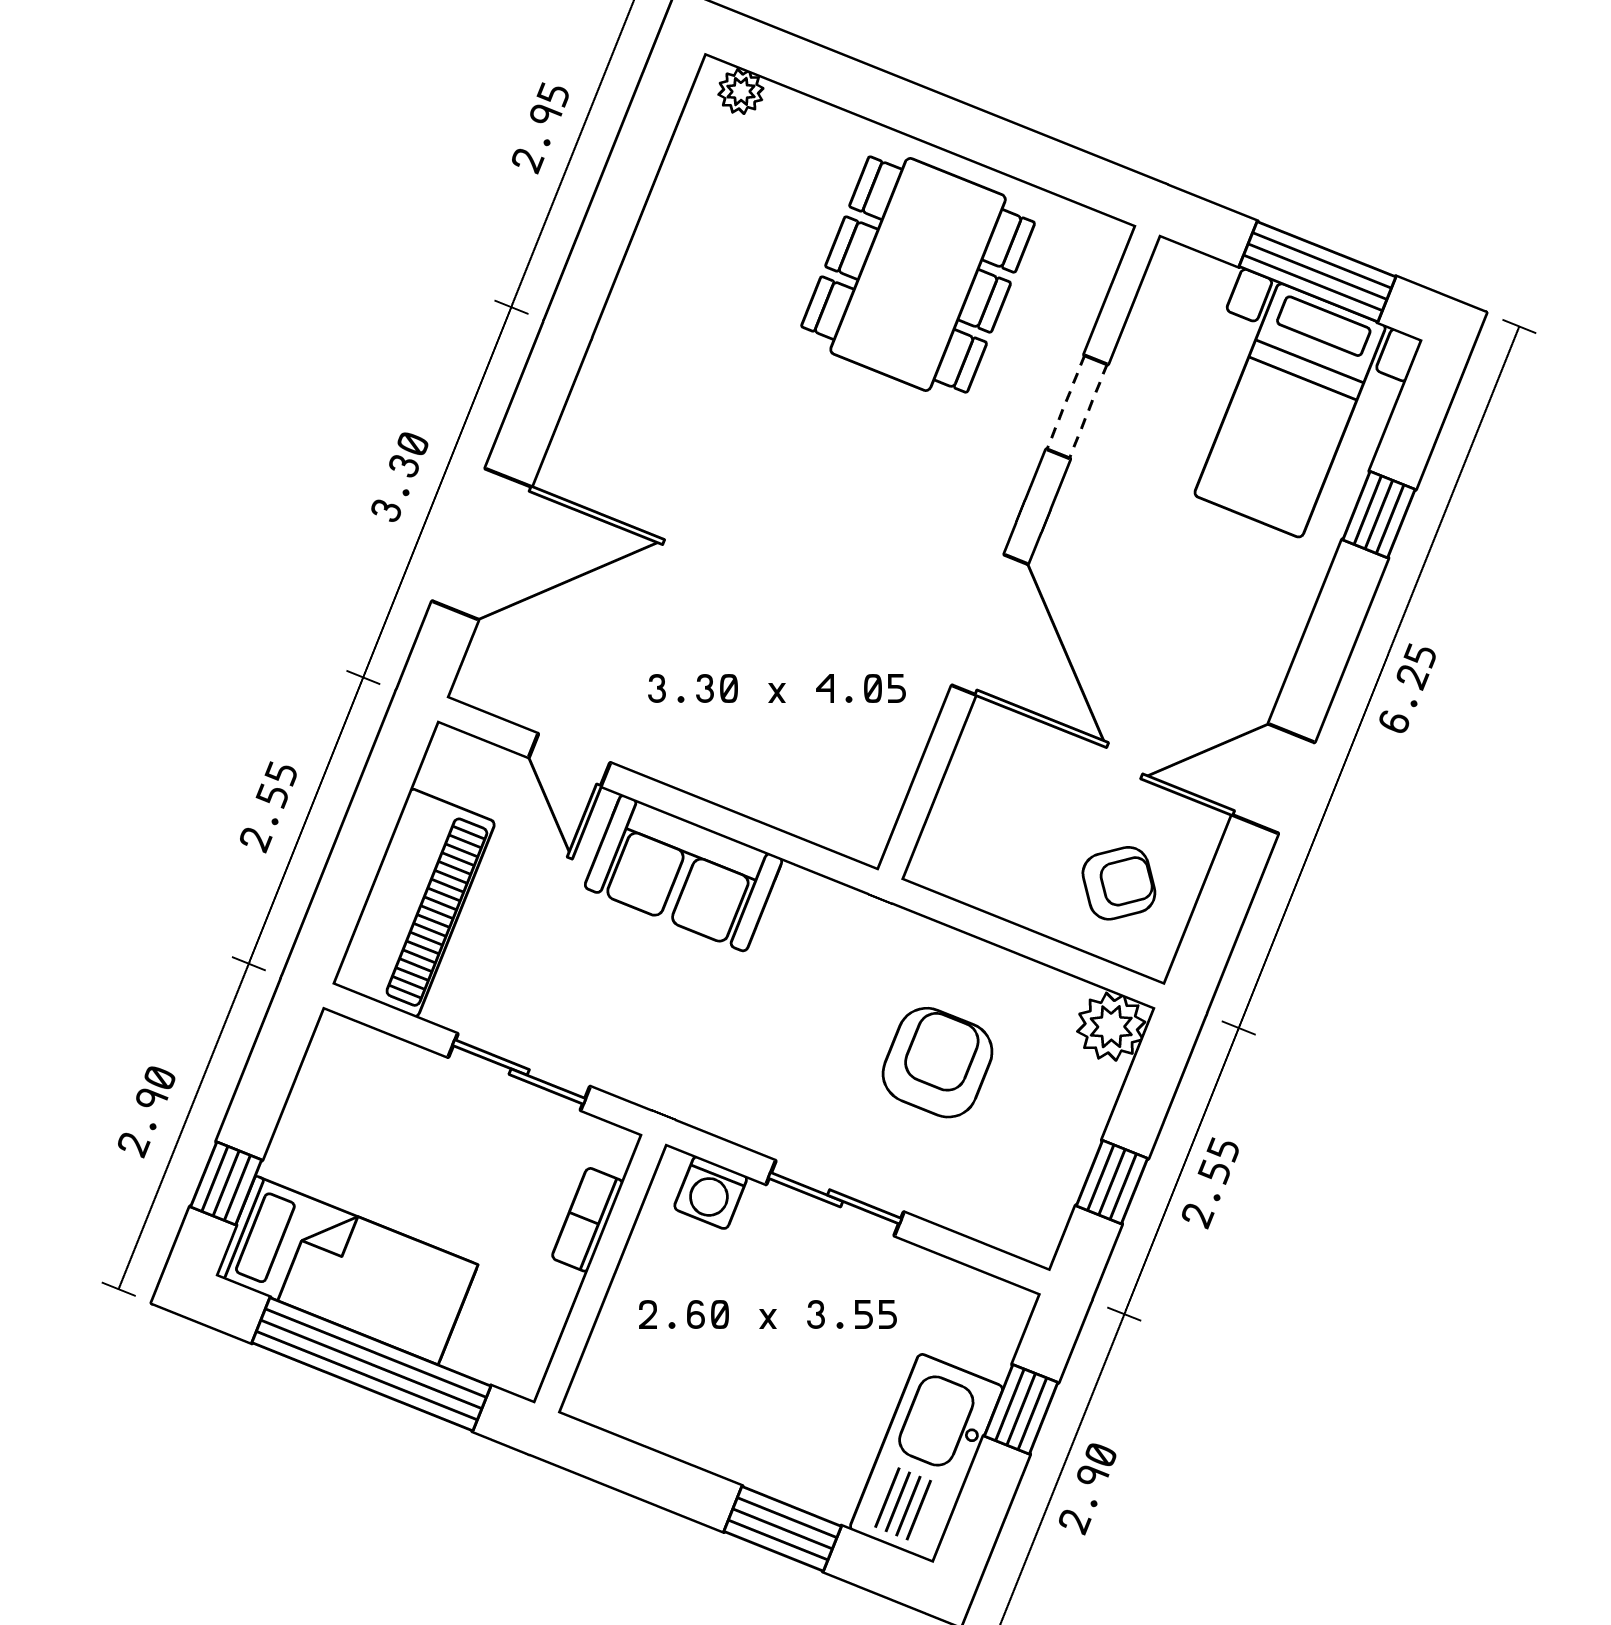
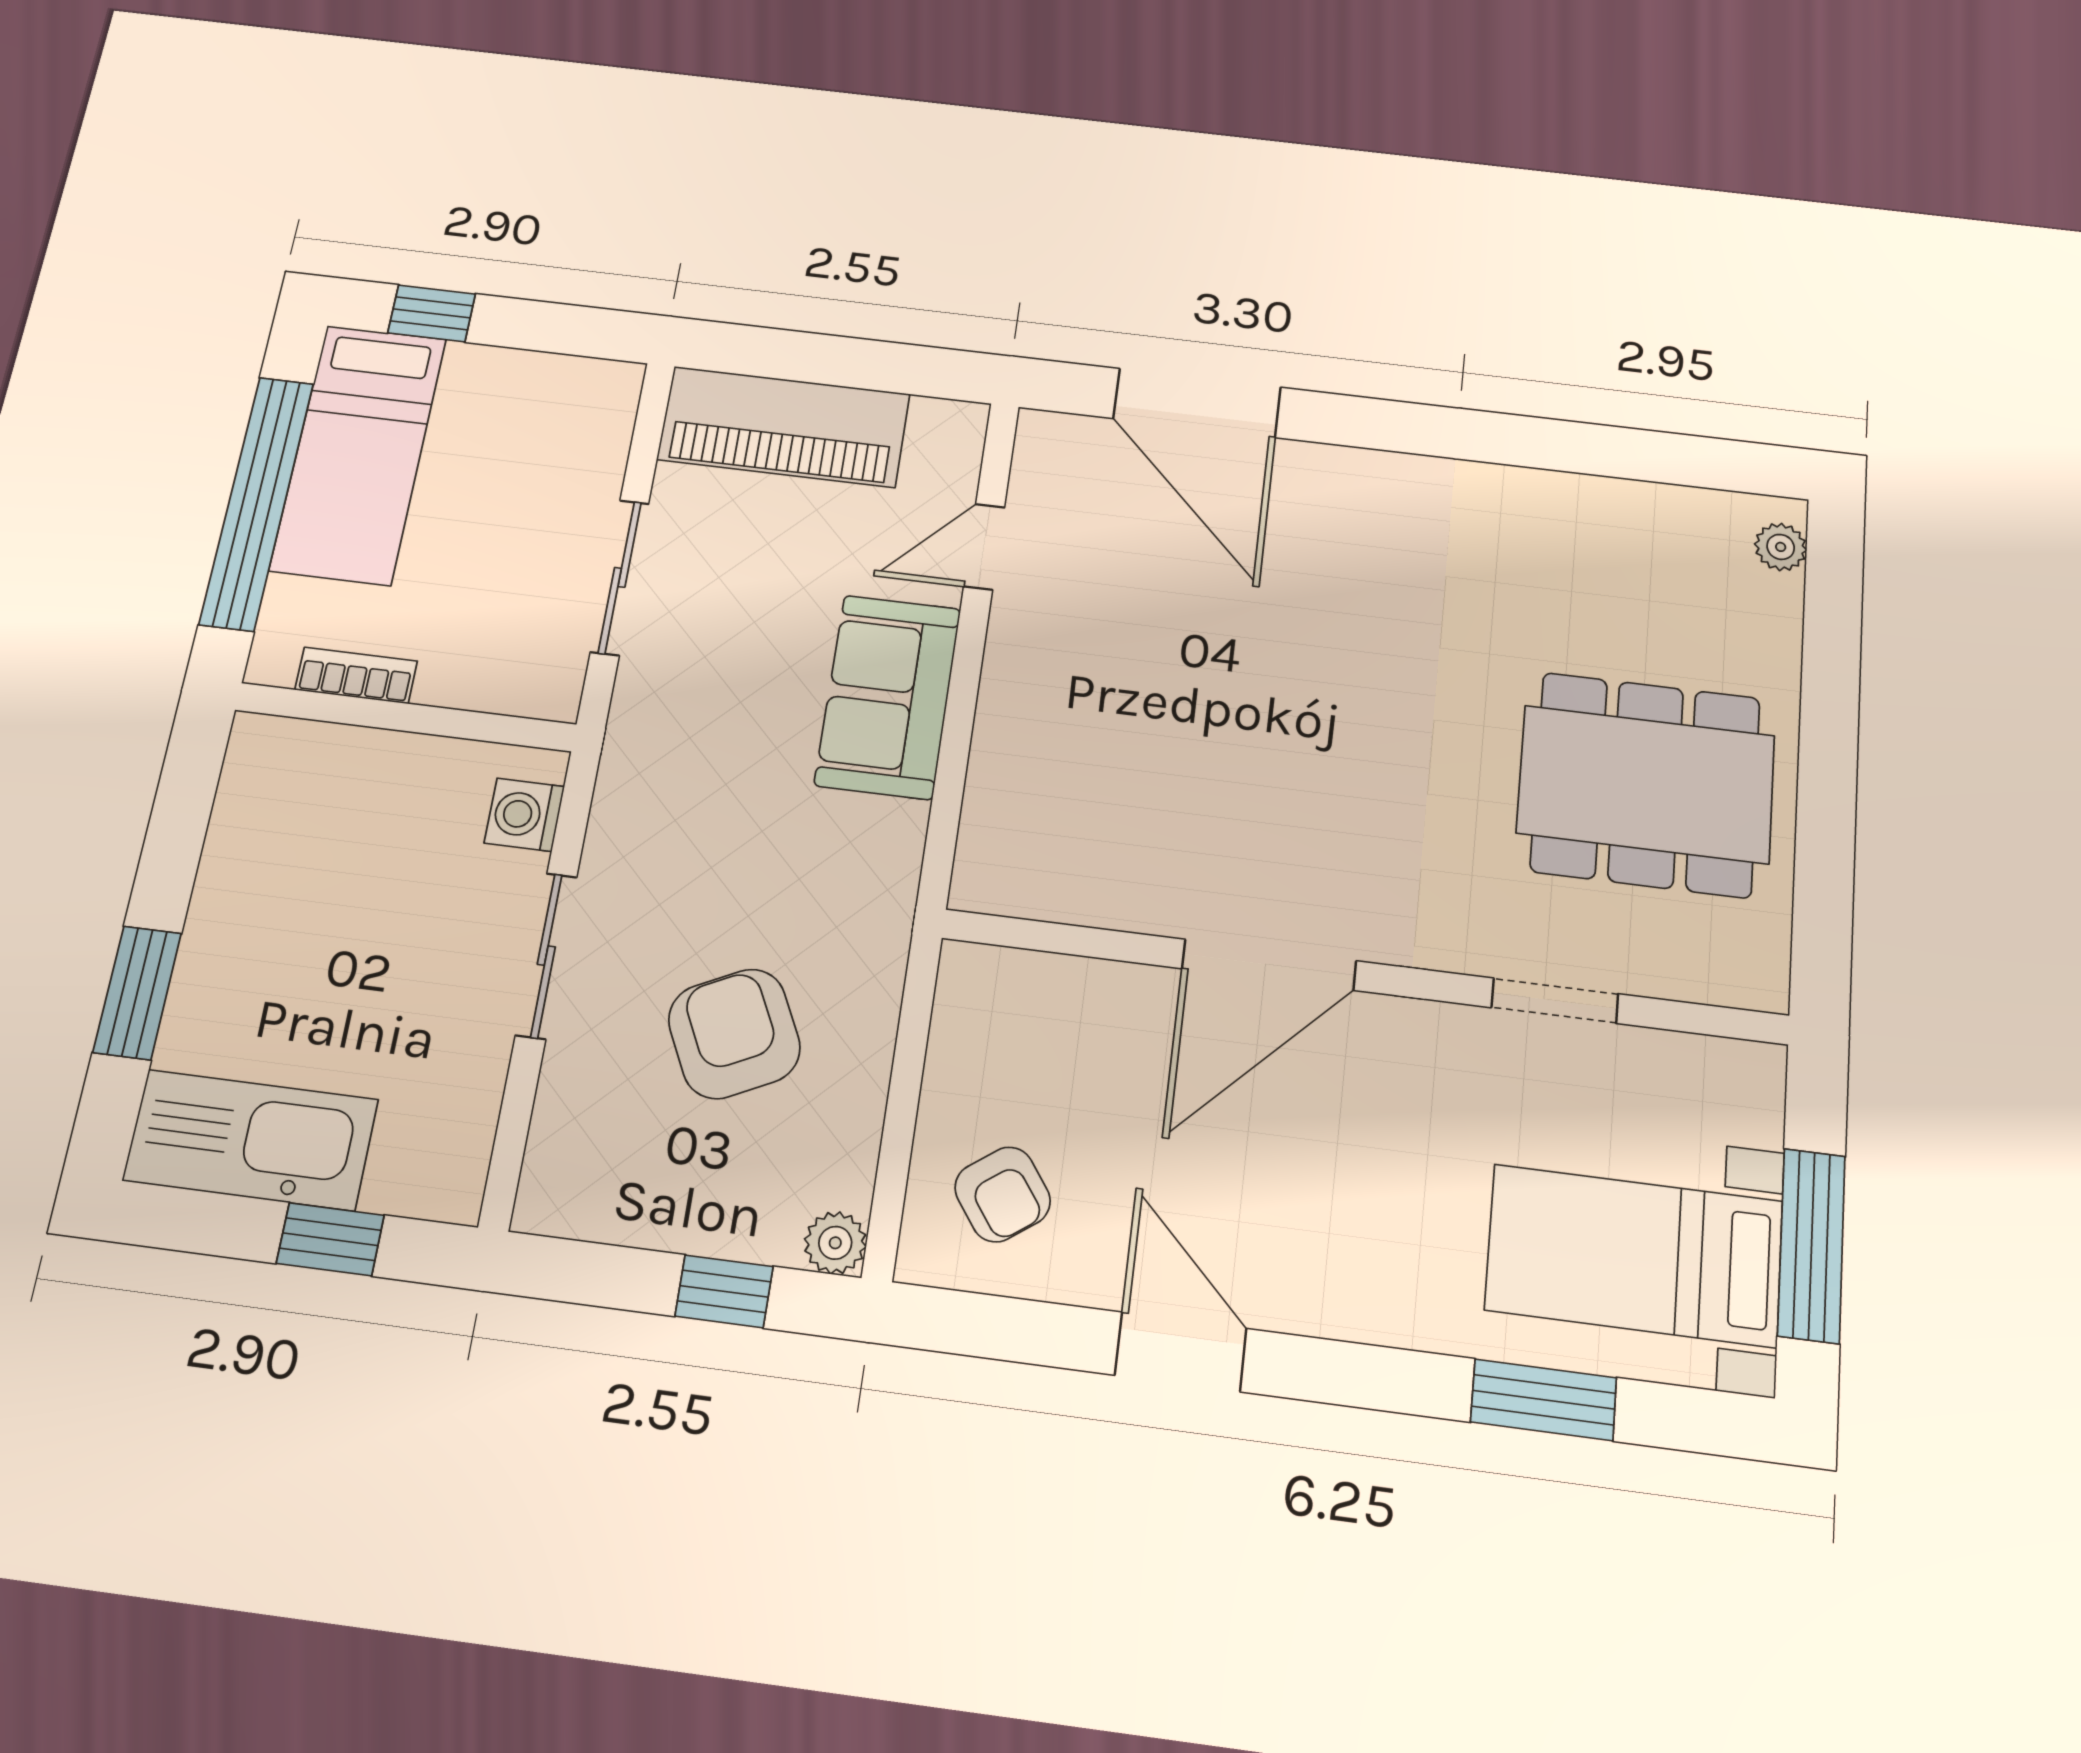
window: (1379, 515) -> (1544, 1400), width x1.50
plant: (1111, 1027) -> (835, 1243), width x0.73, depth x0.73
armchair: (938, 1063) -> (734, 1034), turned -116
window: (1112, 1182) -> (724, 1291), moved
bookcase: (588, 1220) -> (356, 675), moved

